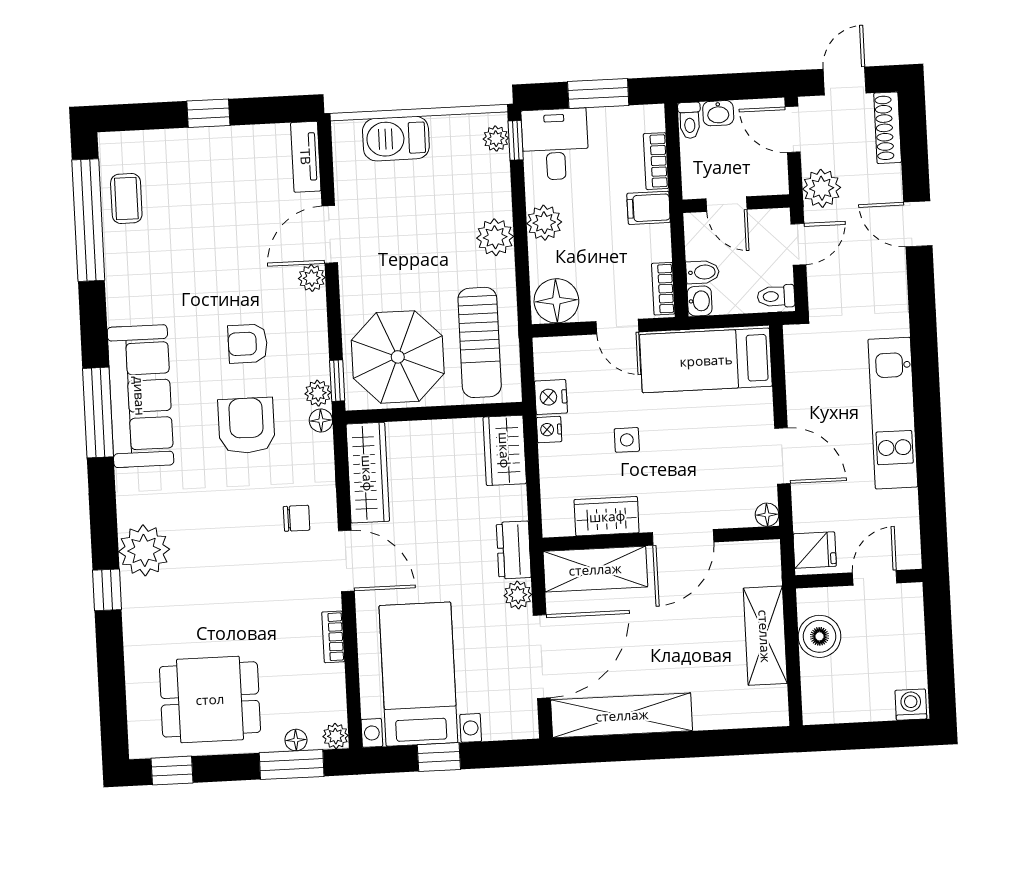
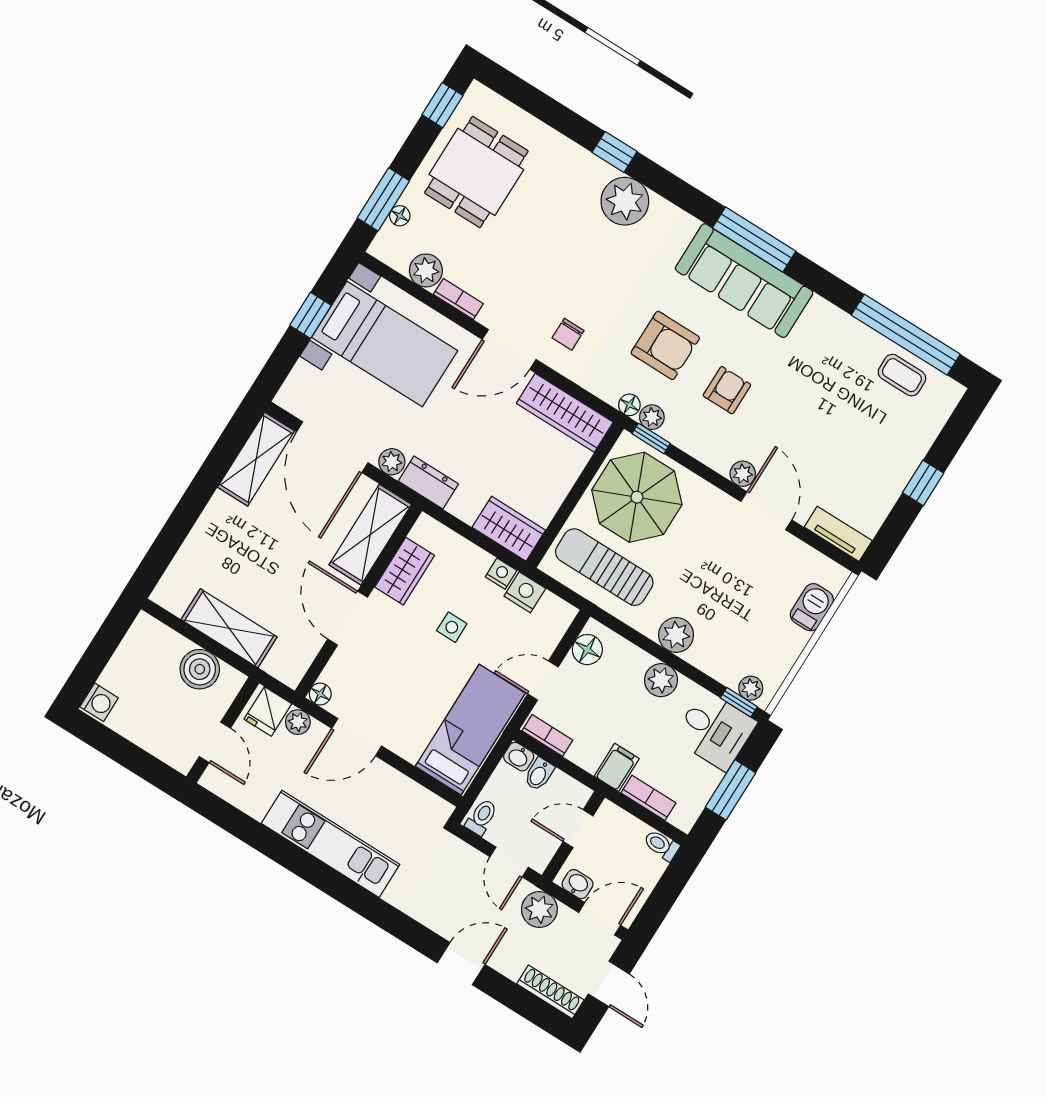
washbasin: (718, 113) -> (578, 884), moved, turned 90
barbecue: (396, 139) -> (812, 607), width x0.73, depth x0.79
floor lamp: (556, 301) -> (587, 650), width x0.73, depth x0.73
plant: (806, 517) -> (298, 722), added
shelving: (622, 715) -> (256, 459), width x0.68
plant: (336, 736) -> (426, 270), moved, width x1.38, depth x1.38

